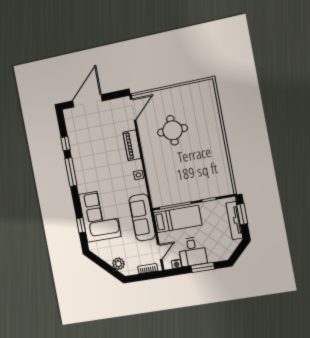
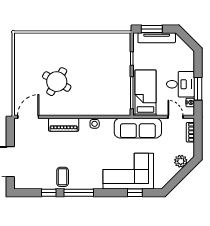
door: (133, 109) -> (28, 117), hinge flipped
round table: (172, 130) -> (57, 82), turned 30
coffee table: (83, 154) -> (63, 177), added
window: (203, 267) -> (198, 89), moved

